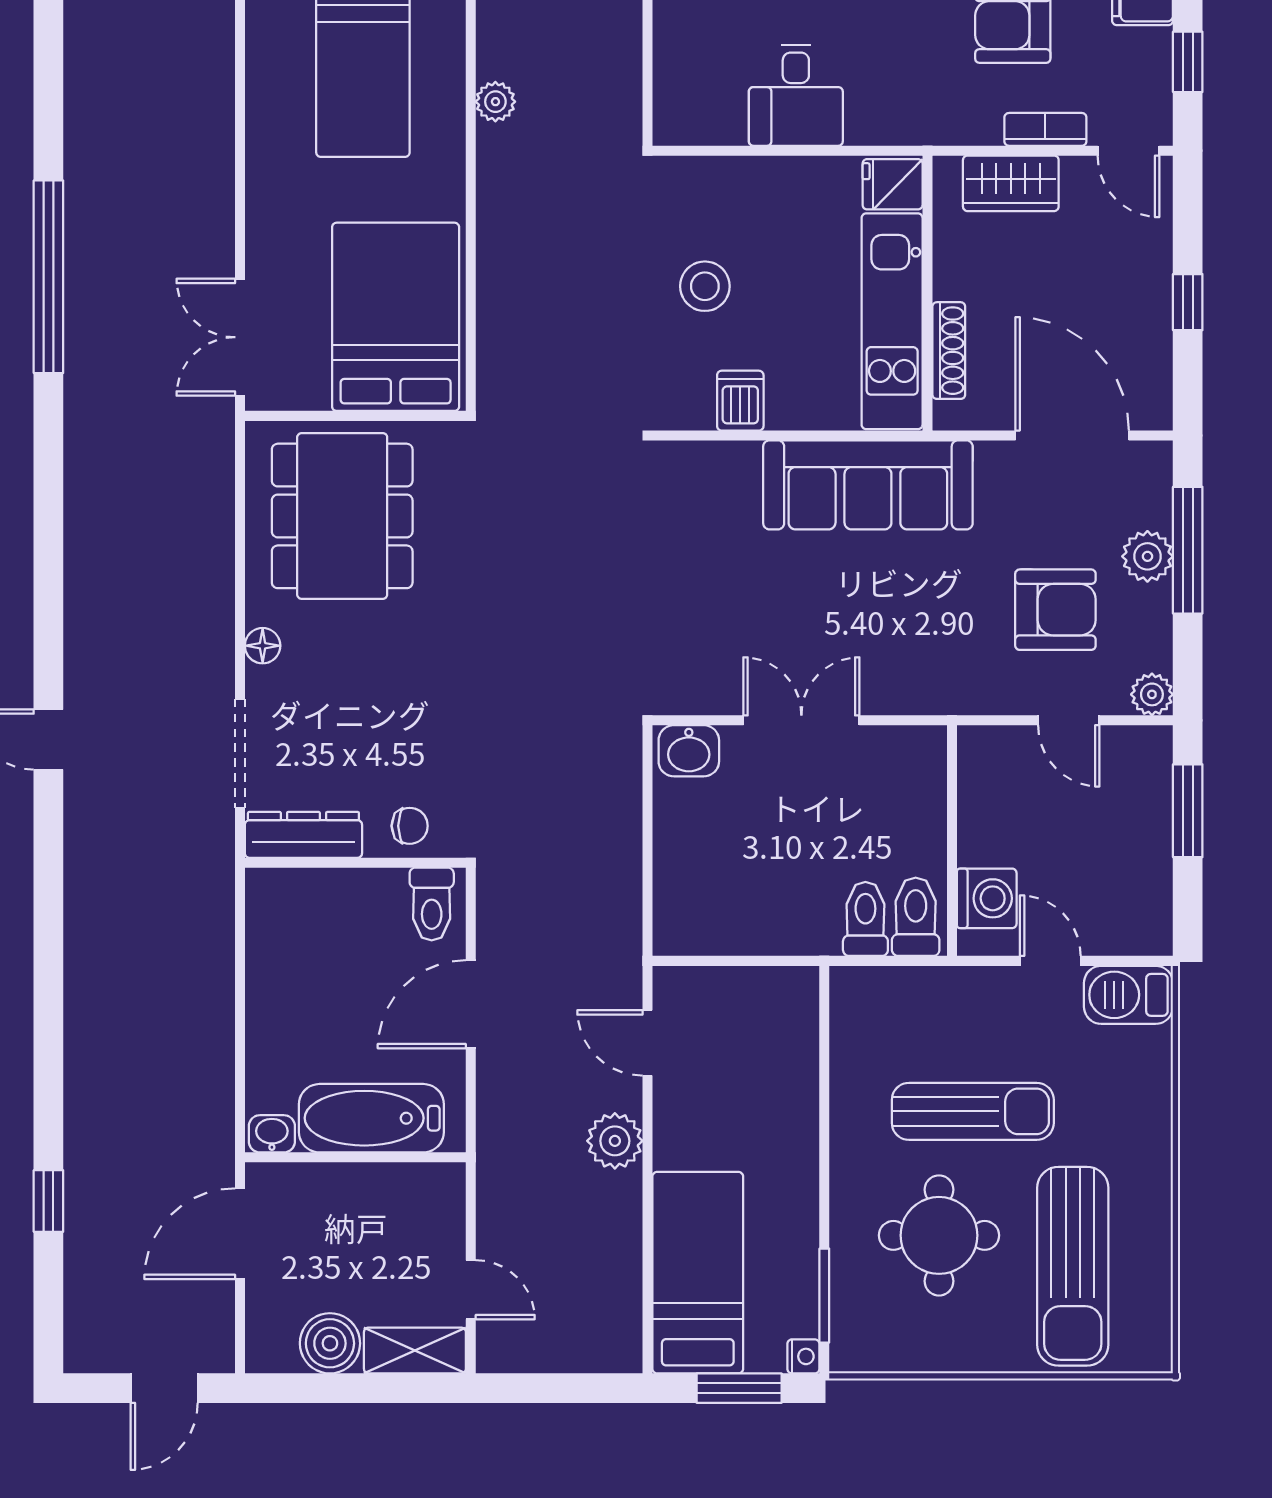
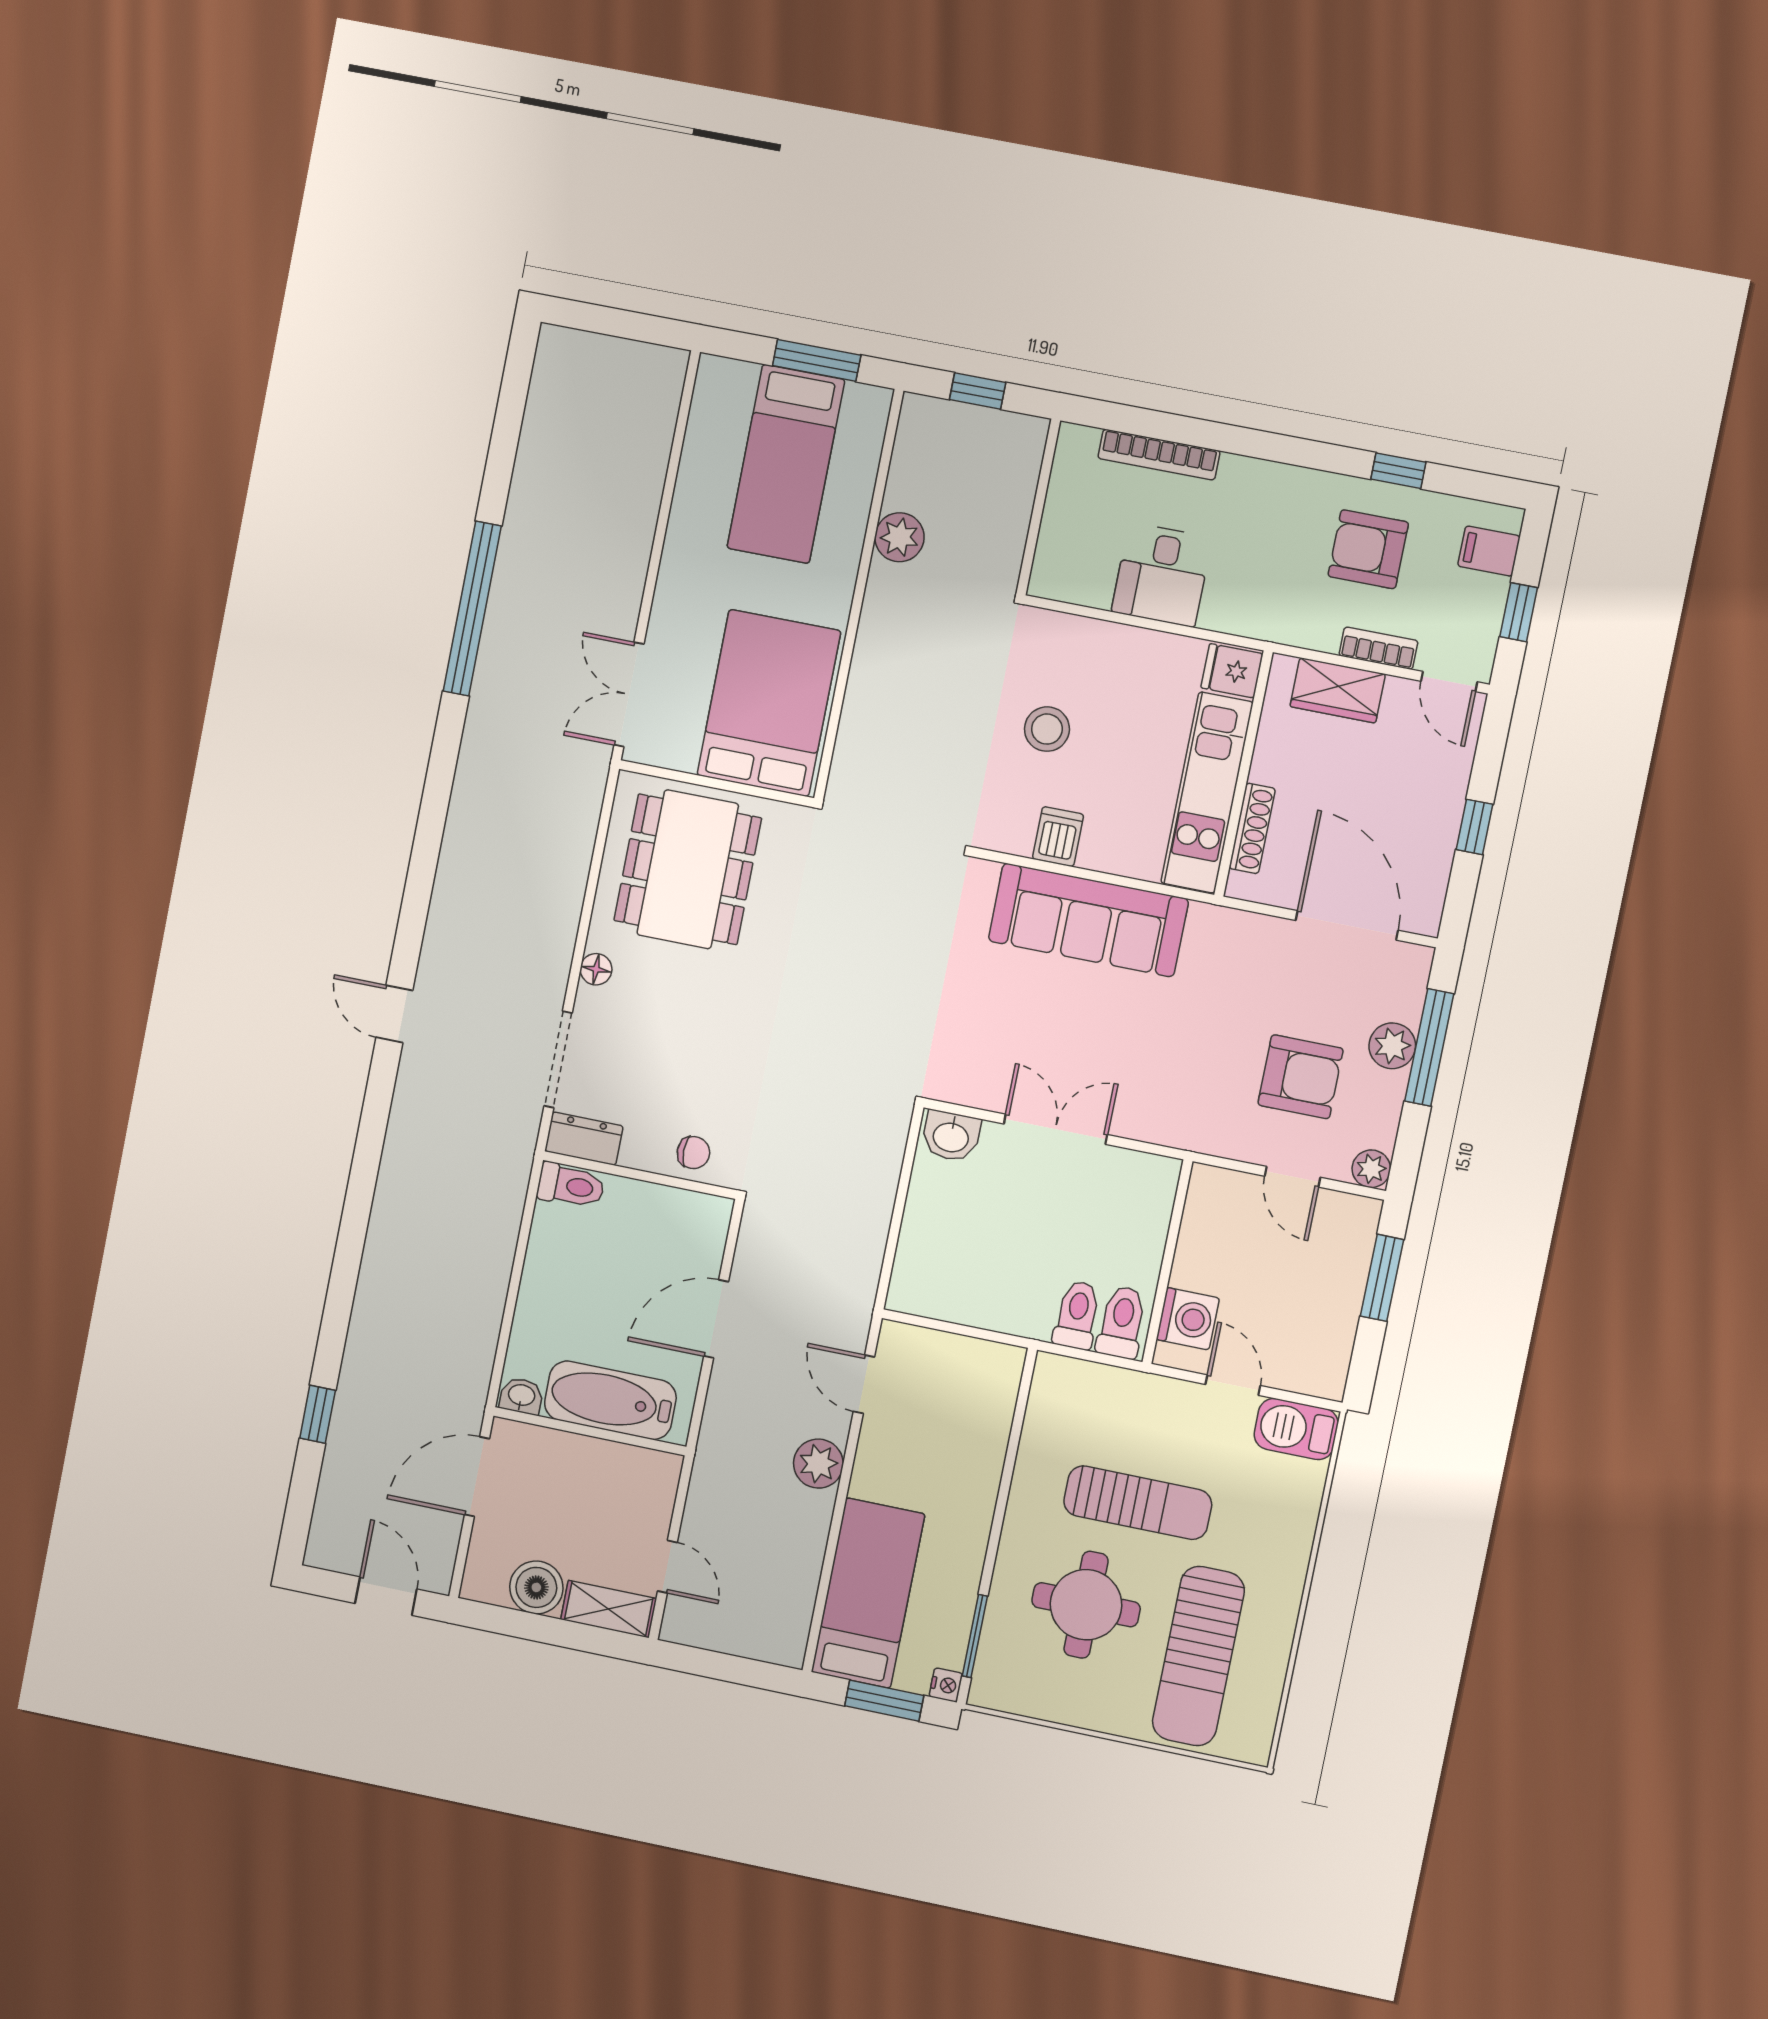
plant: (495, 102) -> (899, 537), width x1.38, depth x1.38
sofa: (868, 485) -> (1088, 920), moved
dresser: (303, 835) -> (584, 1139), width x0.70
toilet: (432, 904) -> (571, 1186), moved, turned -90
door: (164, 1388) -> (386, 1596), swing flipped

